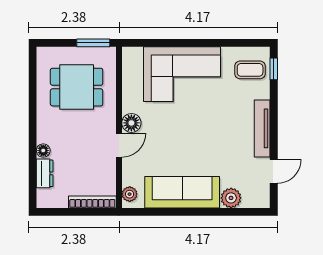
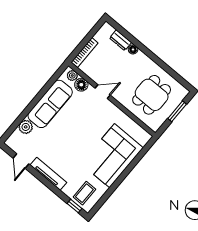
window: (93, 43) -> (177, 111), moved
floor lamp: (131, 123) -> (81, 85), moved
door: (119, 145) -> (103, 92), swing flipped

